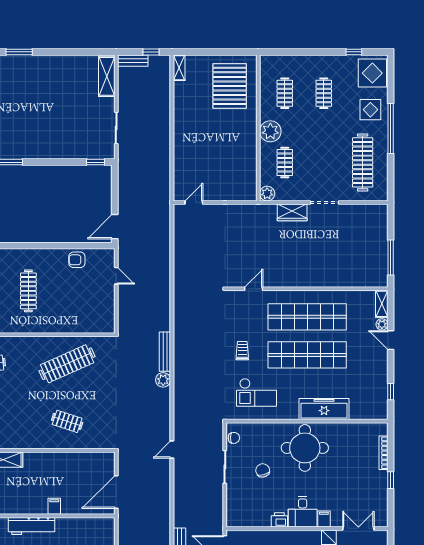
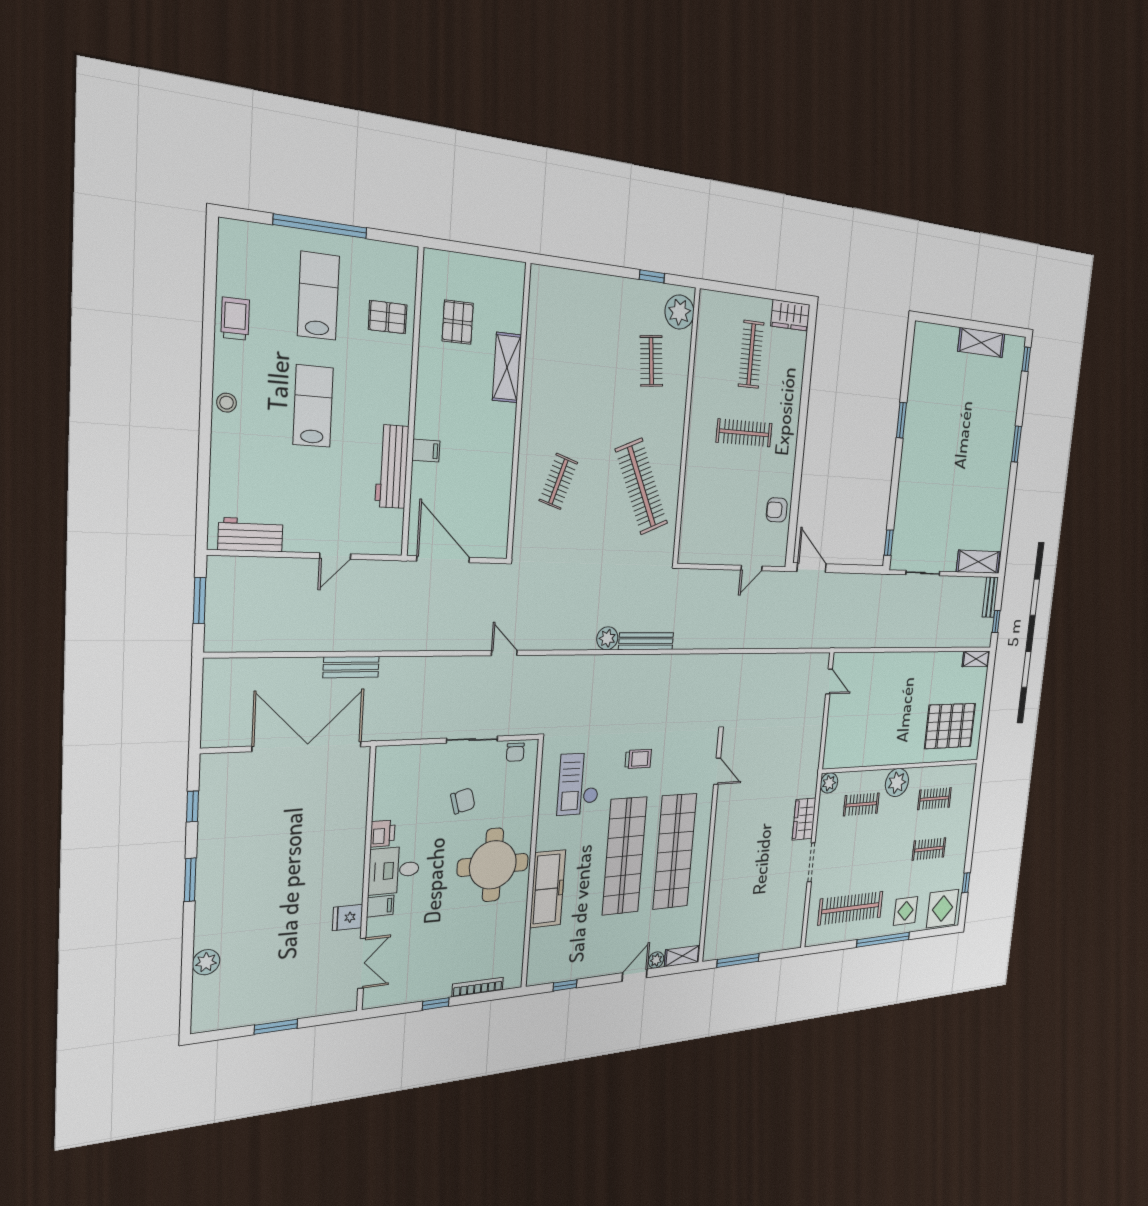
armchair: (77, 260) -> (777, 510), turned -90
workbench: (31, 526) -> (392, 467), moved

